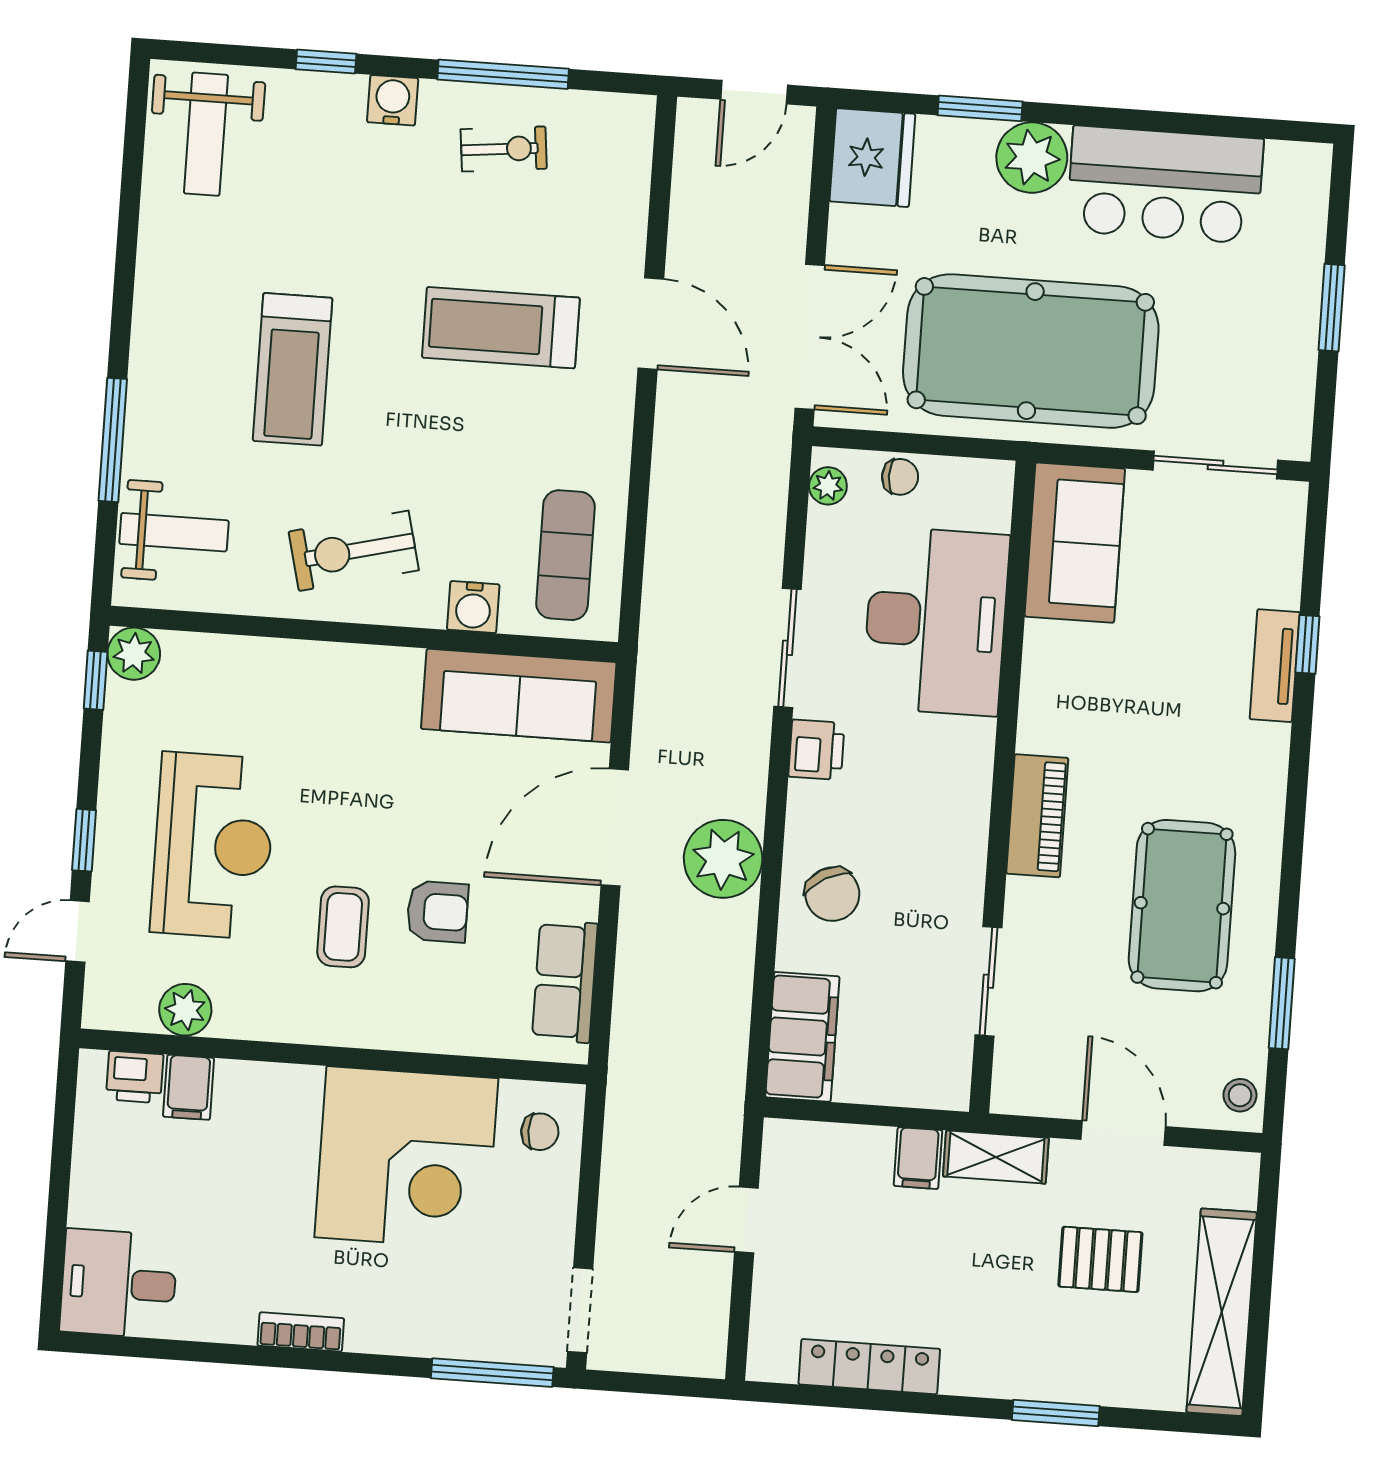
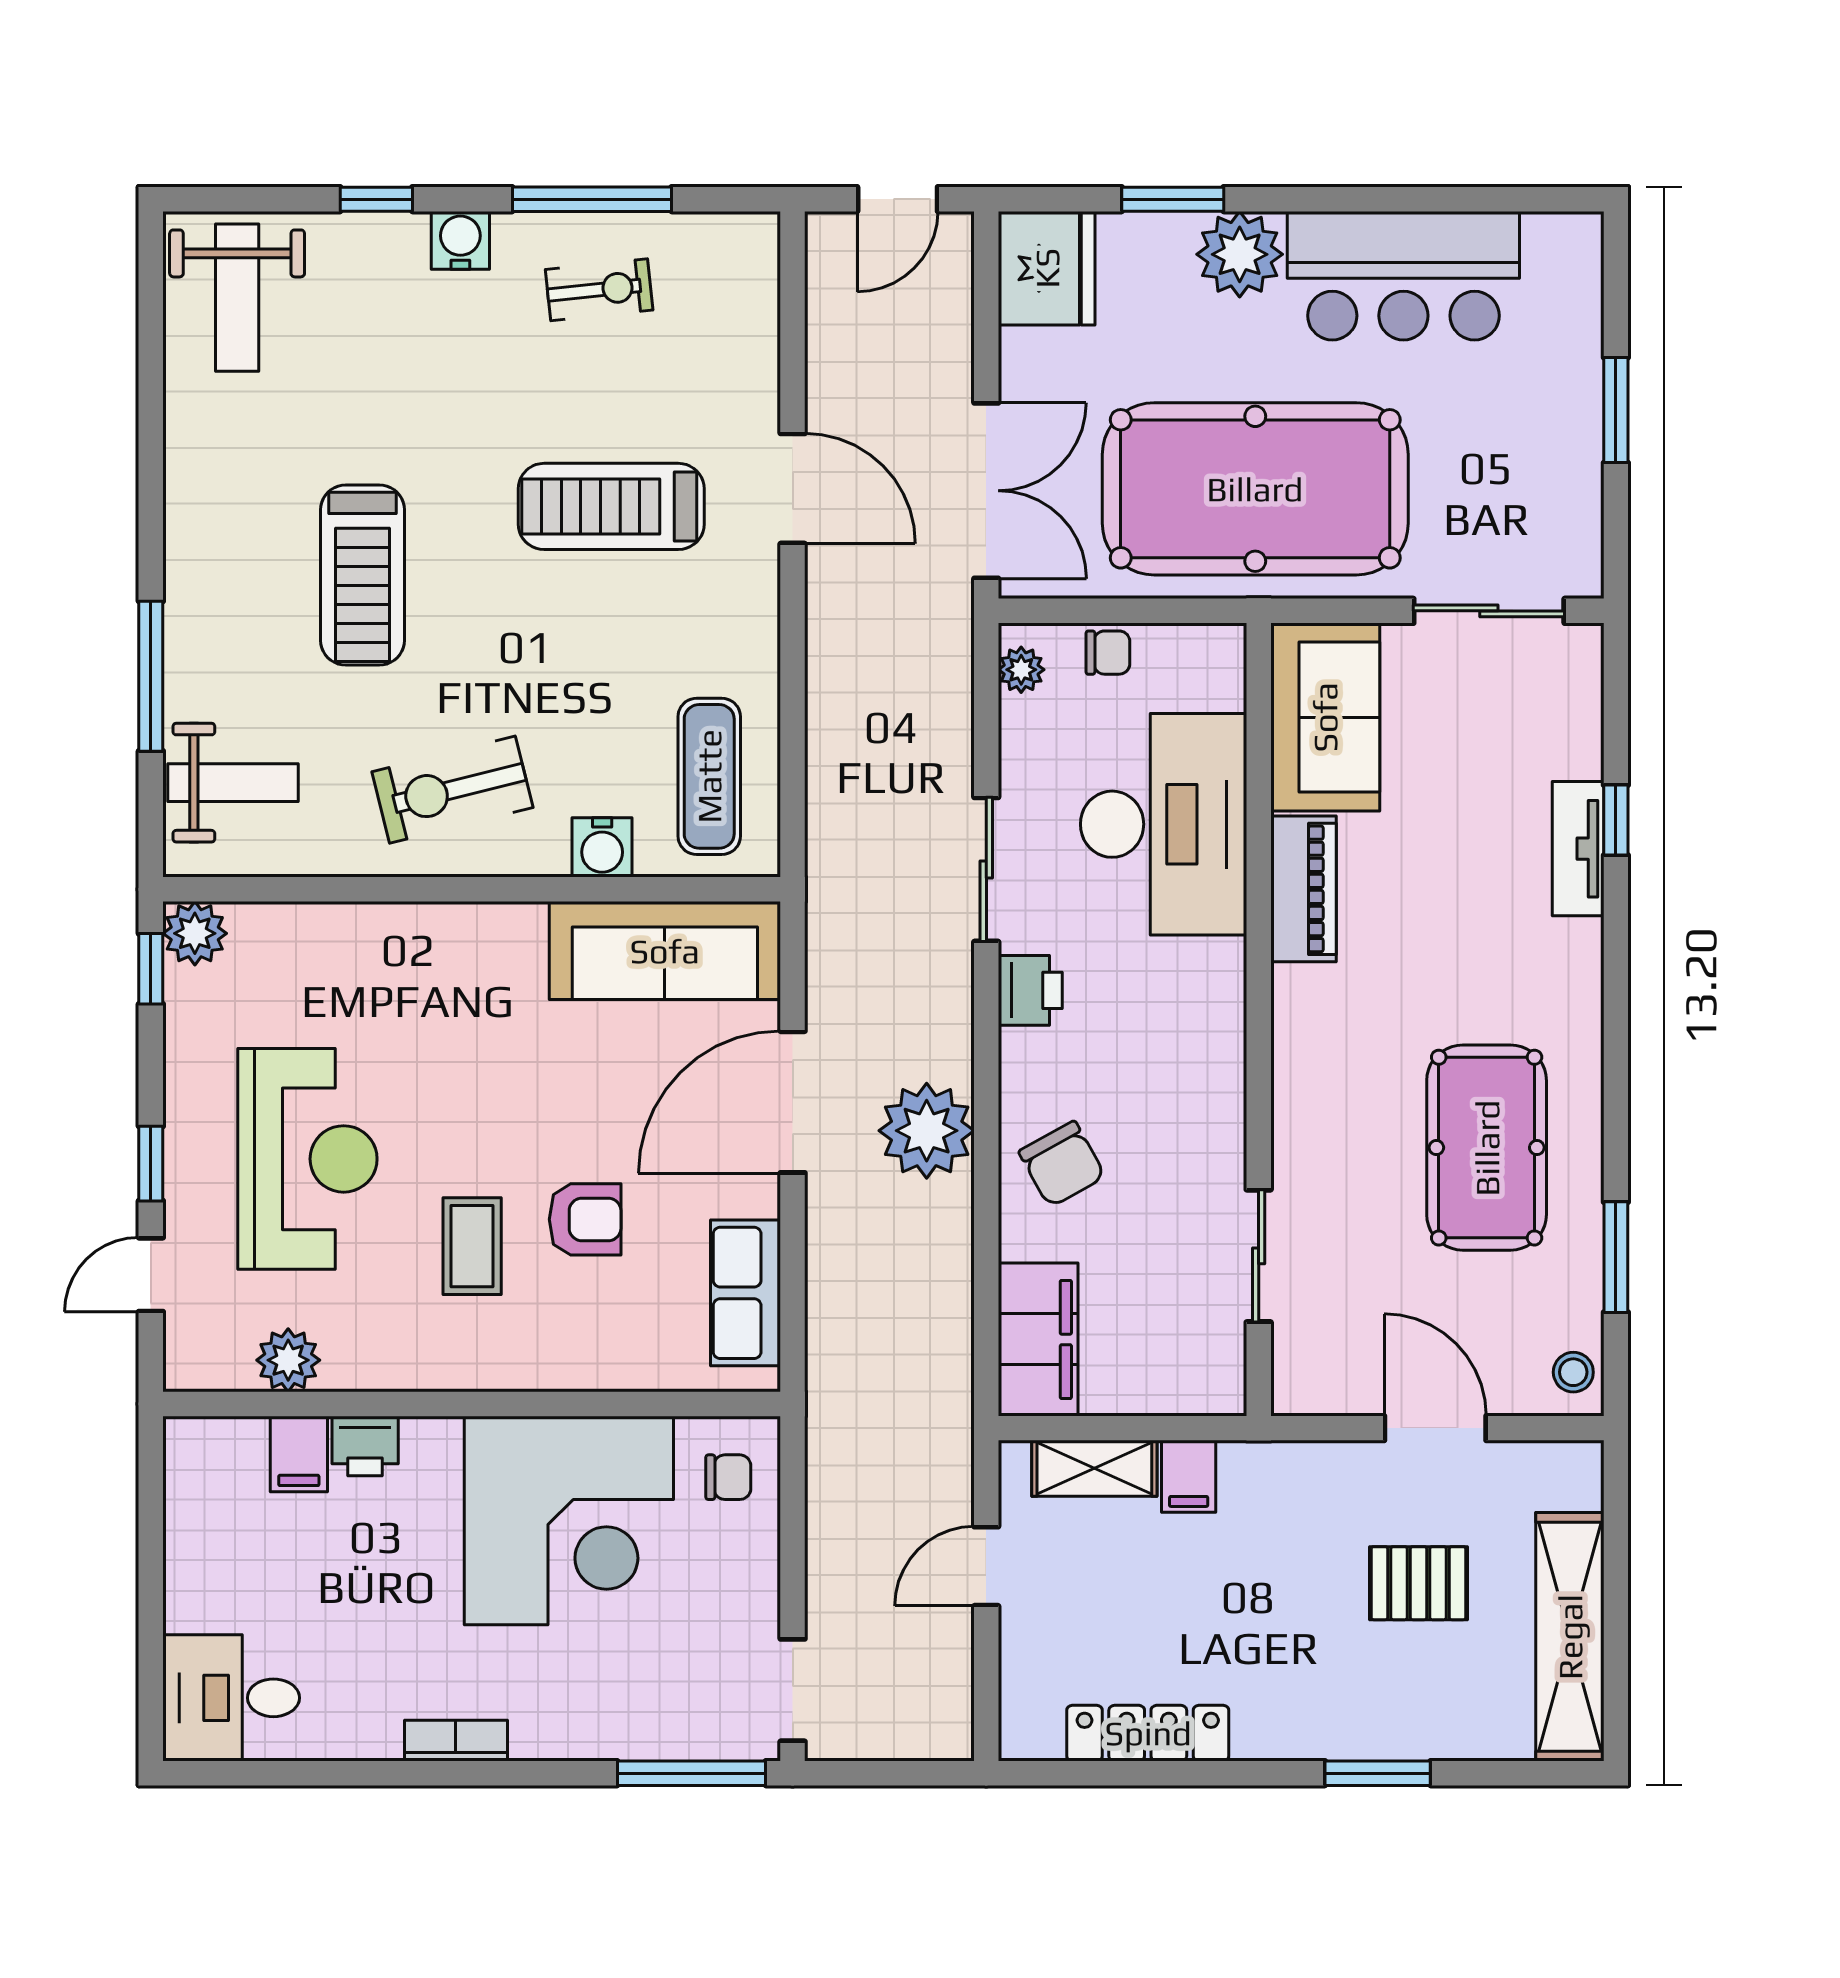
piano: (1037, 816) -> (1303, 889), moved
printer: (135, 1077) -> (365, 1446), moved
shelving: (996, 1157) -> (1094, 1468), moved

